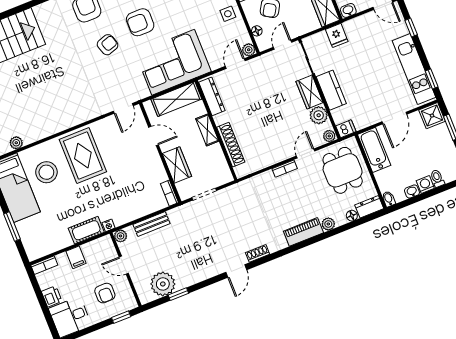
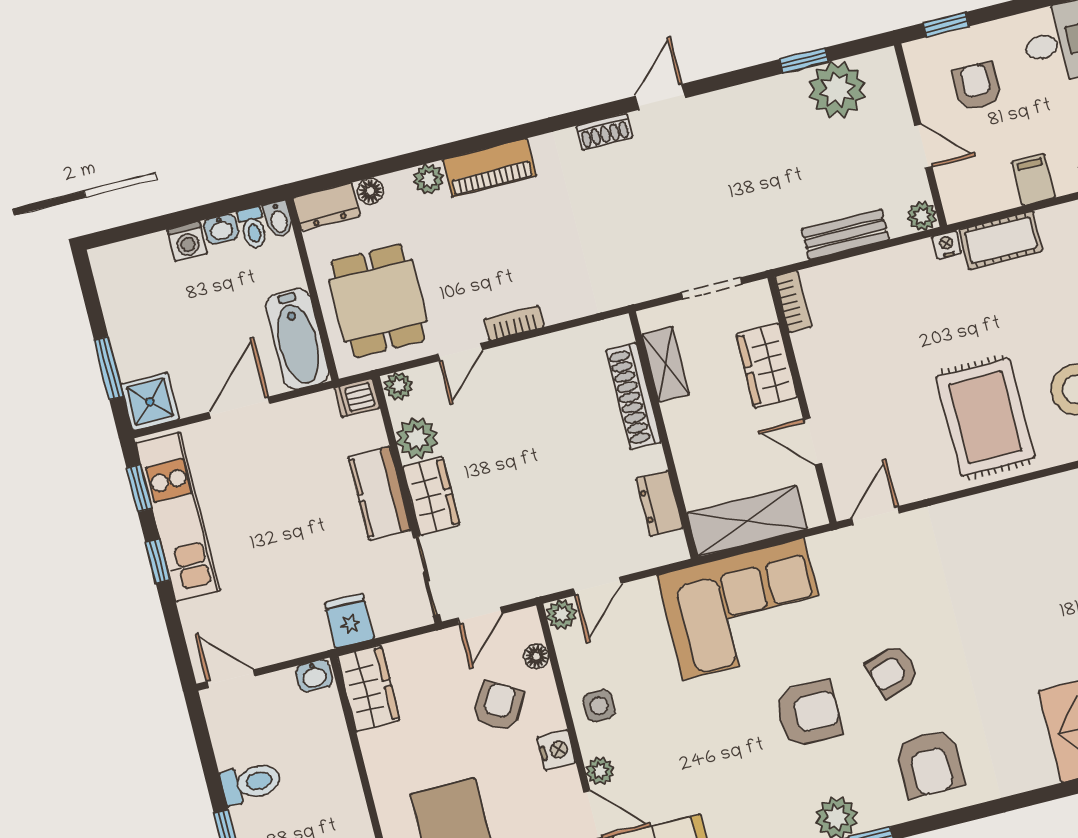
window: (411, 28) -> (158, 561), moved
dresser: (212, 96) -> (660, 503), width x0.70
shelving: (207, 130) -> (666, 364), moved
toilet: (437, 178) -> (253, 228), moved

